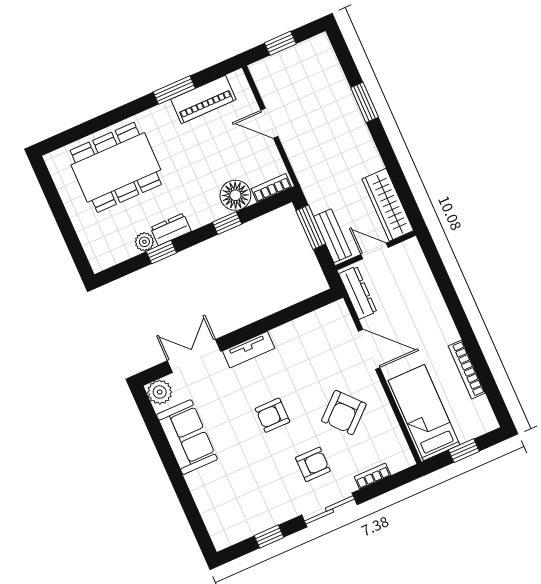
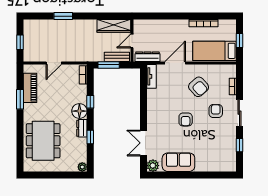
floor lamp: (235, 195) -> (79, 111), moved
plant: (144, 242) -> (82, 167), moved
tv unit: (249, 350) -> (151, 76), moved

